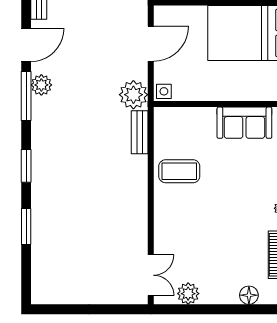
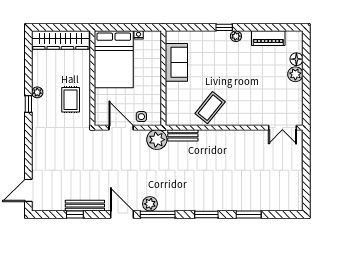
side table: (164, 91) -> (141, 117), moved
coffee table: (179, 171) -> (210, 108), turned 39
double door: (151, 275) -> (282, 128), swing flipped
plant: (188, 294) -> (295, 74), moved

